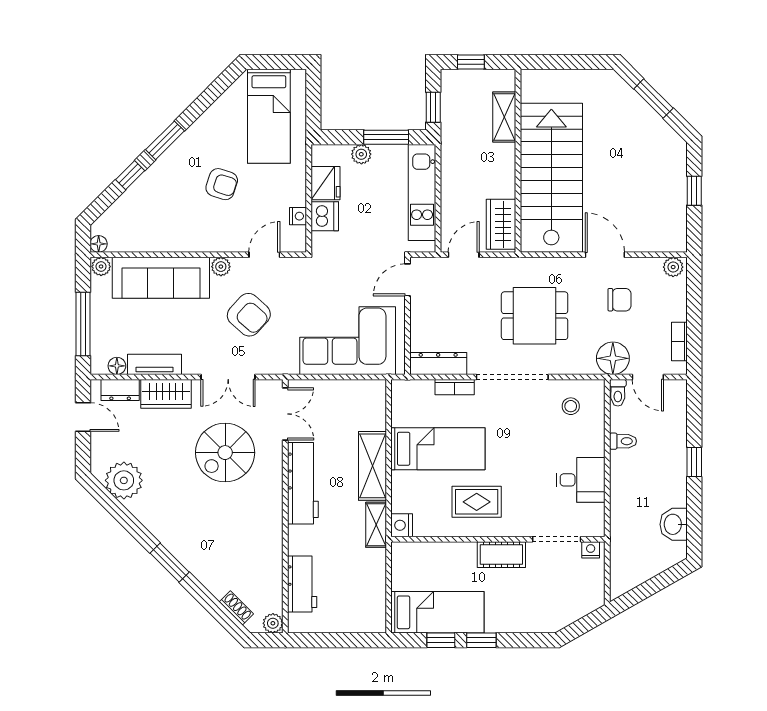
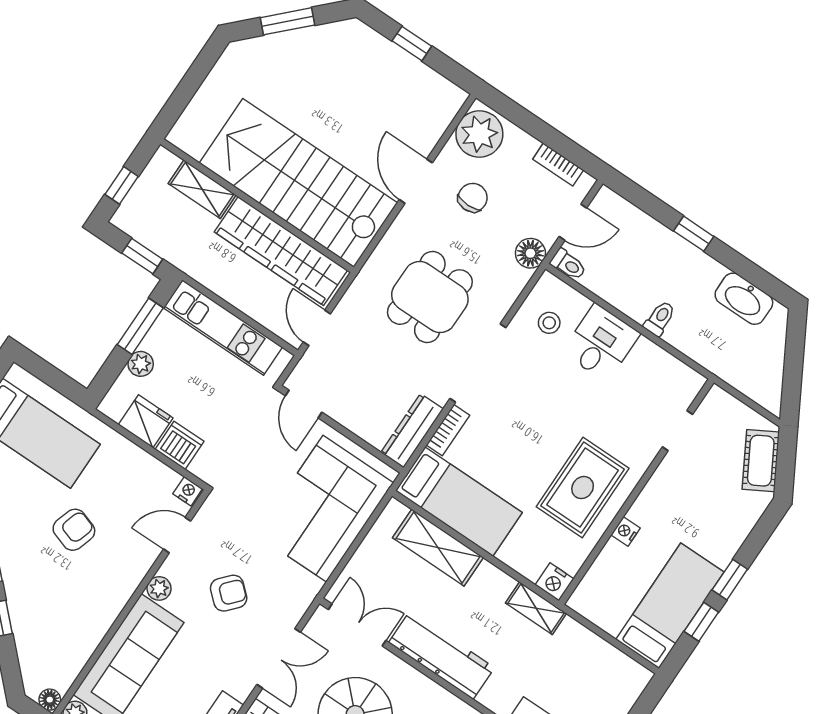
nightstand: (298, 216) -> (188, 491), moved
wardrobe: (501, 224) -> (281, 251), width x2.10, depth x1.17
door: (264, 255) -> (177, 535), hinge flipped
door: (605, 255) -> (416, 181), hinge flipped
plant: (673, 267) -> (479, 134), width x1.88, depth x1.88
armchair: (249, 315) -> (229, 593), width x0.72, depth x0.72
floor lamp: (613, 358) -> (530, 253), width x0.73, depth x0.73
toilet: (623, 441) -> (660, 318), moved
bed: (438, 449) -> (459, 502), moved, turned 90
shelving: (372, 466) -> (438, 548), moved
desk: (581, 480) -> (601, 343), moved
rug: (477, 502) -> (583, 488), width x1.36, depth x1.43
washbasin: (674, 524) -> (744, 299), width x1.38
doorway: (557, 539) -> (677, 431), width x0.73
nightstand: (591, 550) -> (626, 531), moved
cot: (501, 555) -> (761, 461), moved, turned -30

